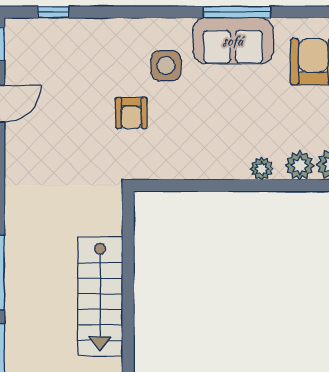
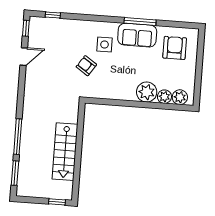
armchair: (131, 113) -> (86, 66), turned 124
plant: (262, 169) -> (147, 92), width x1.88, depth x1.88

